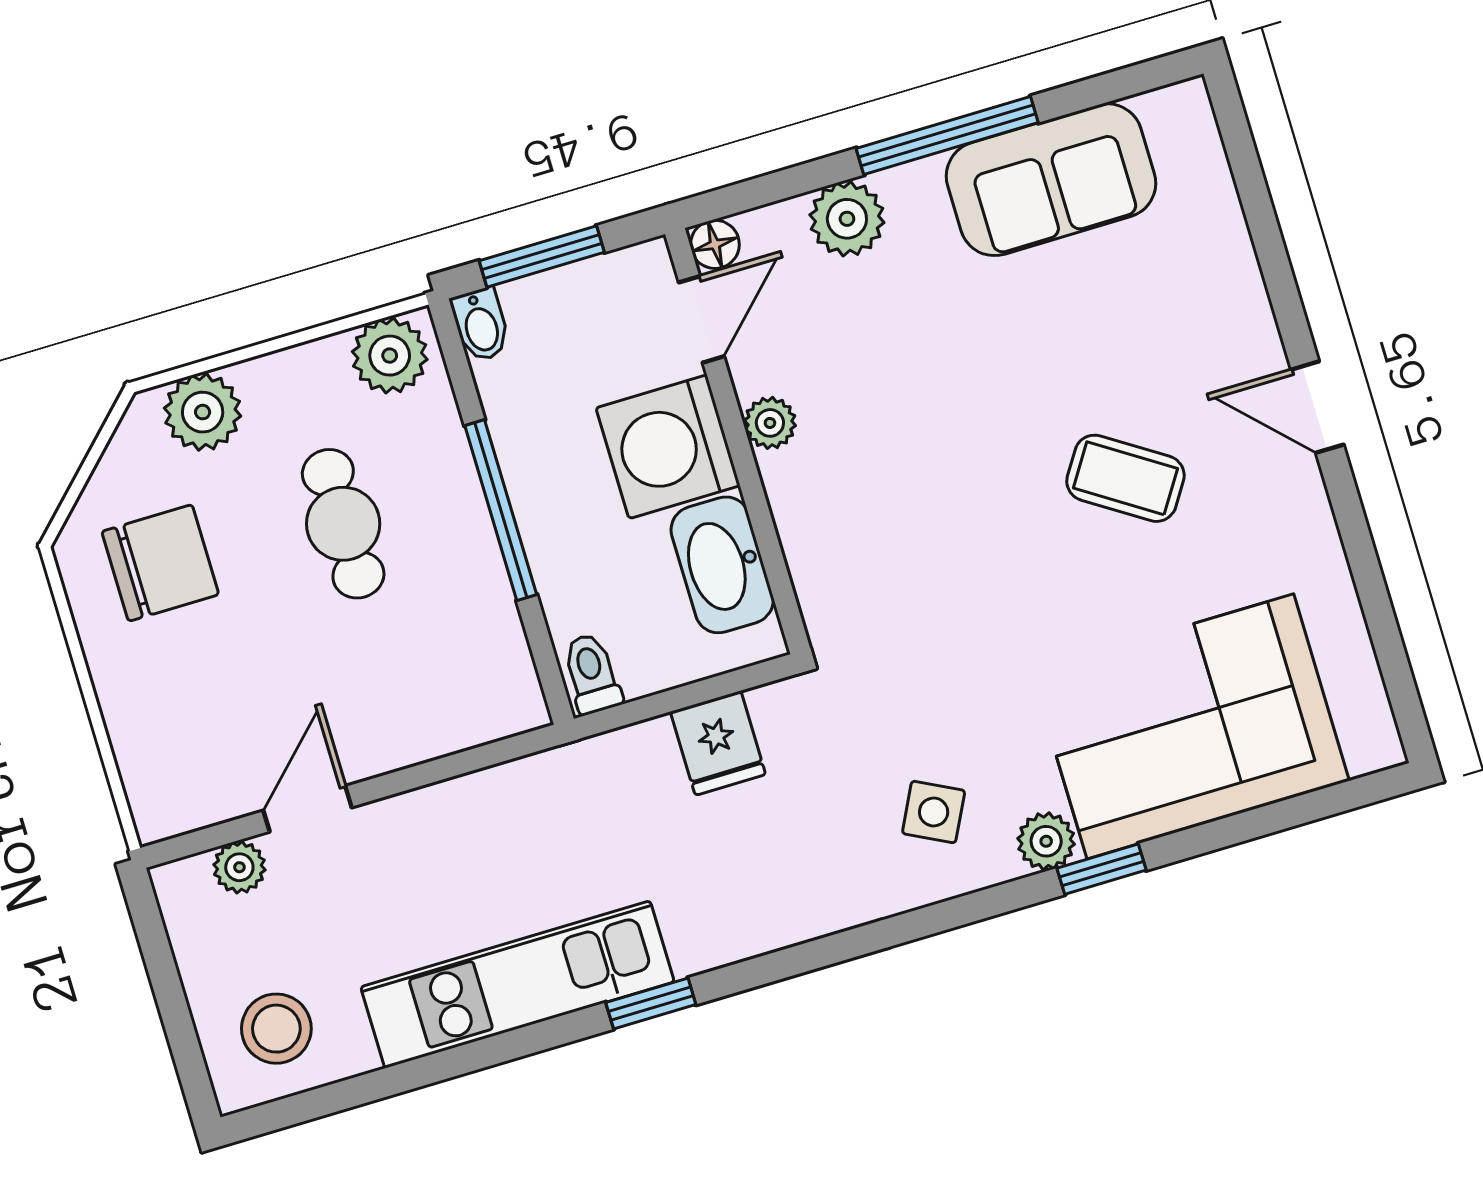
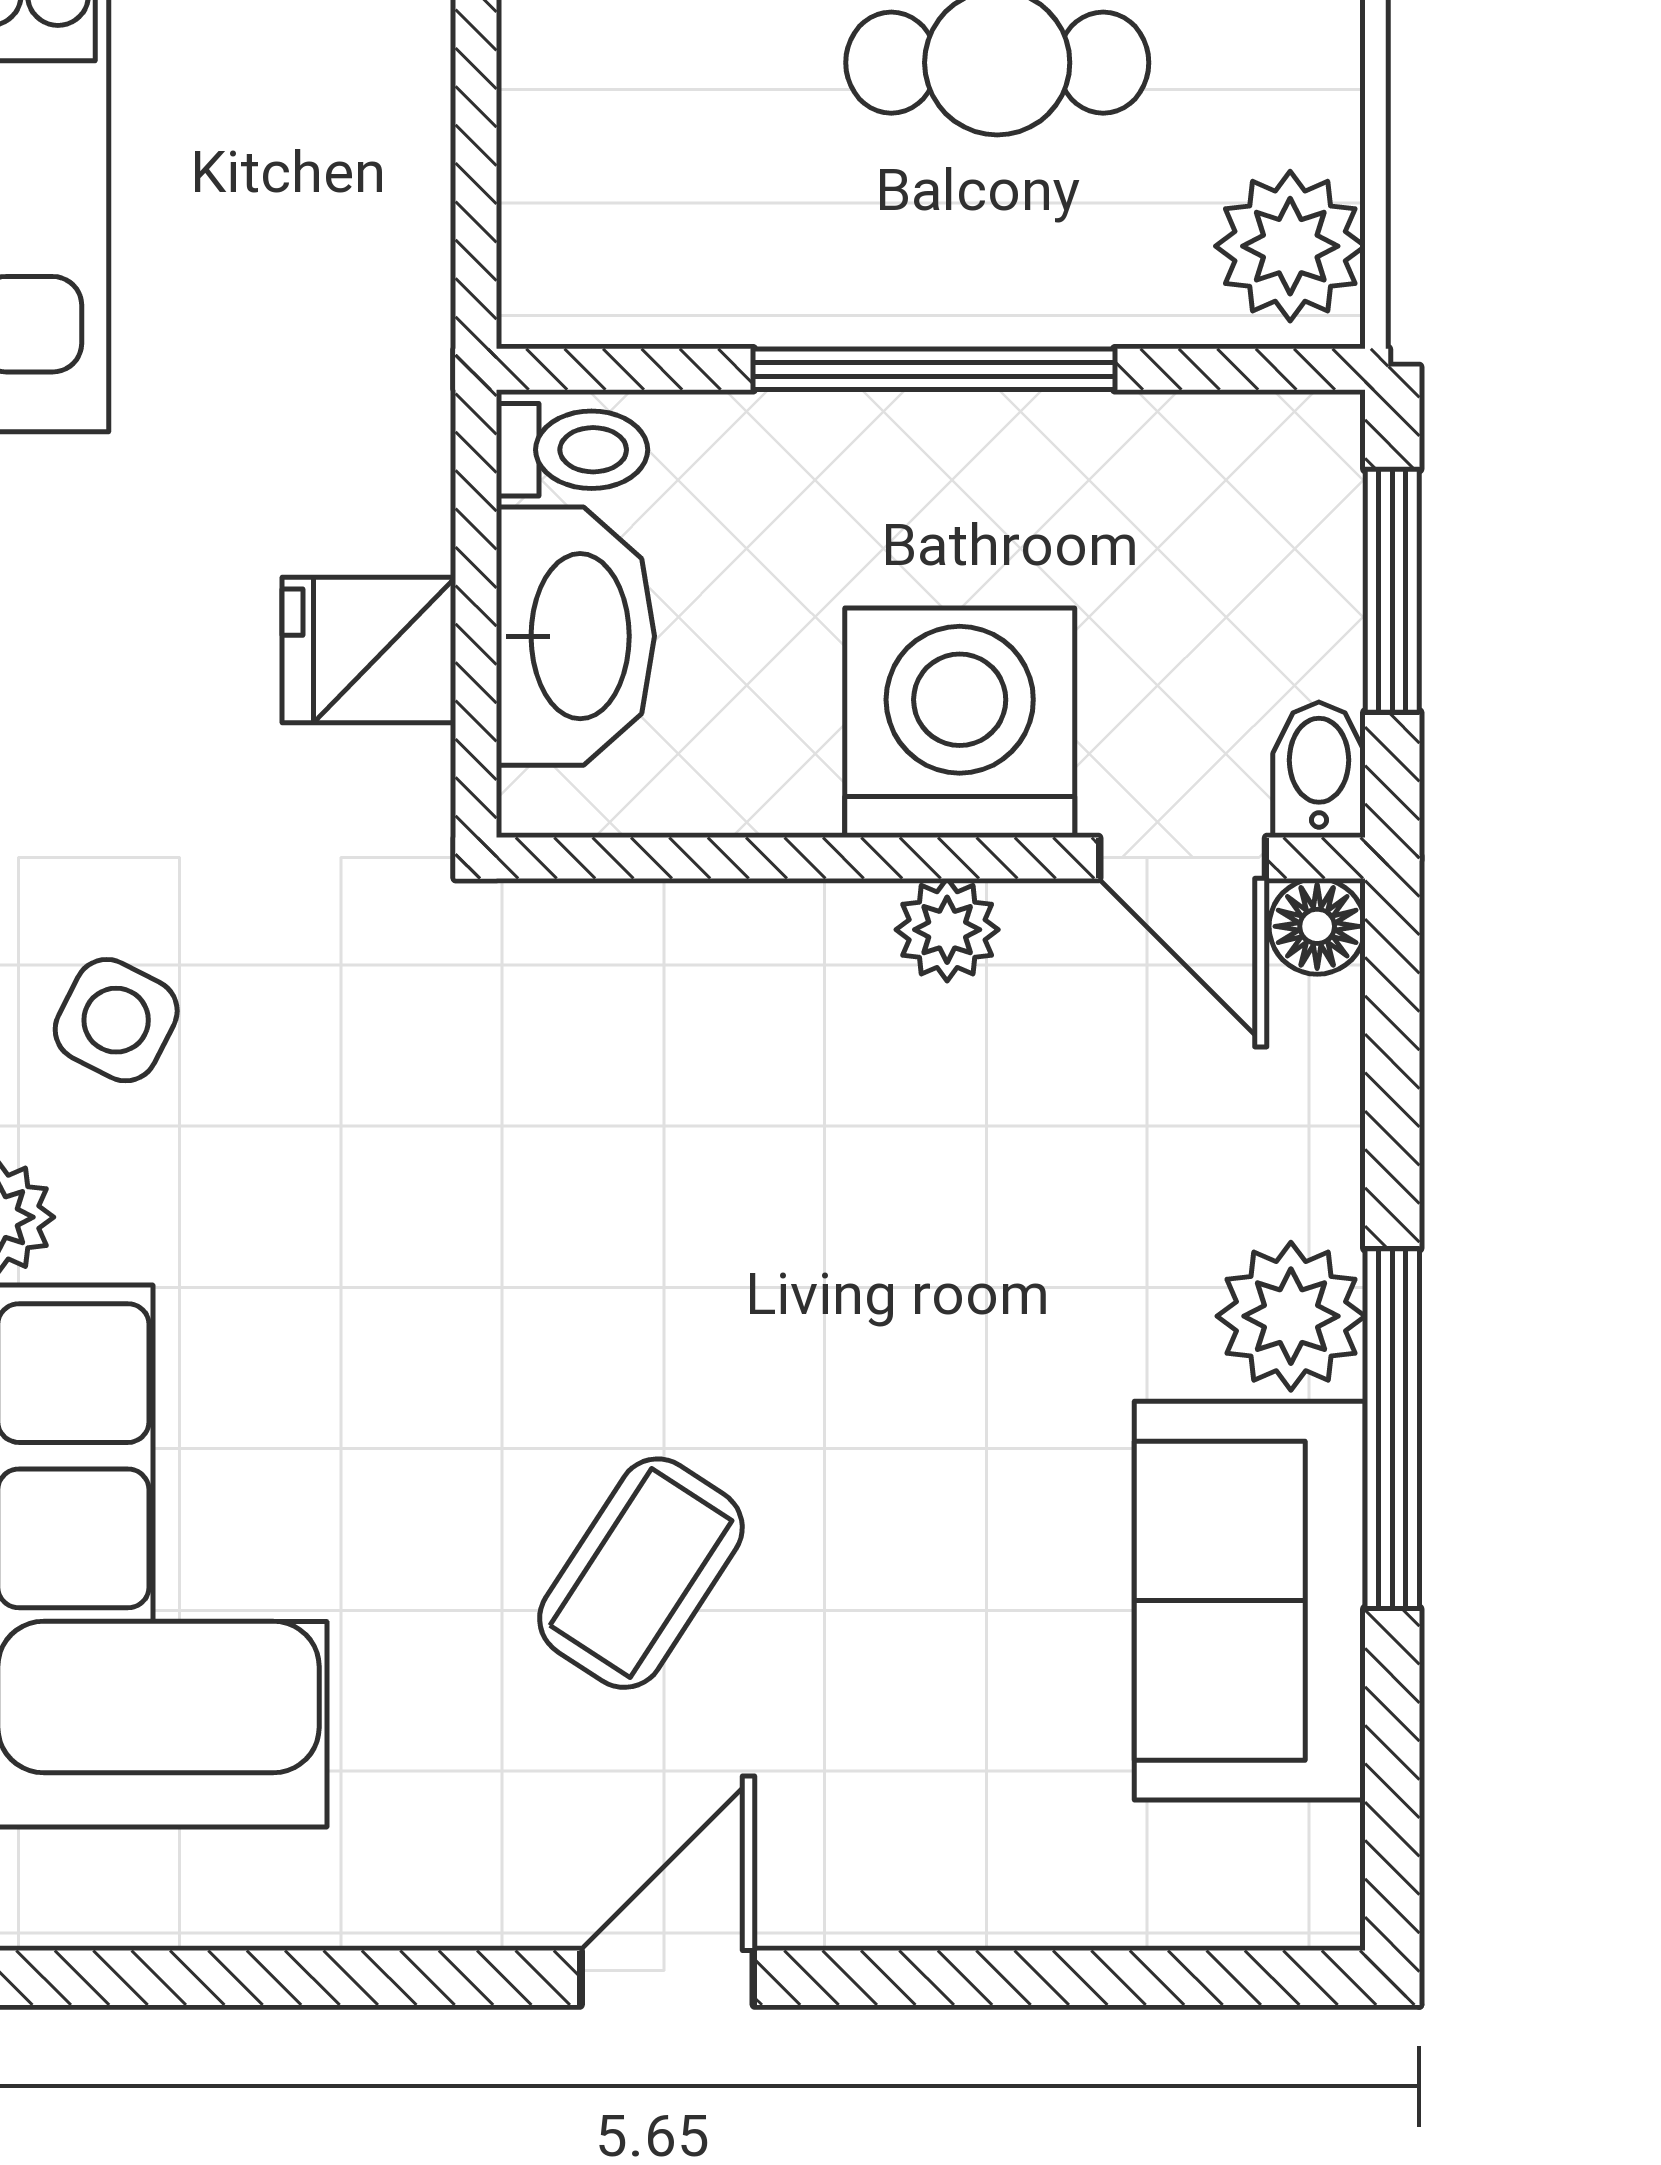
plant: (847, 219) -> (1291, 1316), moved
bidet: (480, 325) -> (1319, 770), moved, turned 90
washbasin: (722, 565) -> (575, 636), moved, turned 90

